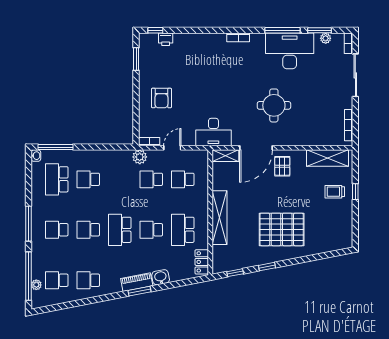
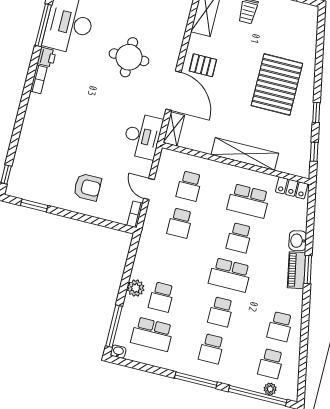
printer: (166, 39) -> (47, 57), moved
plant: (140, 157) -> (136, 288), moved

